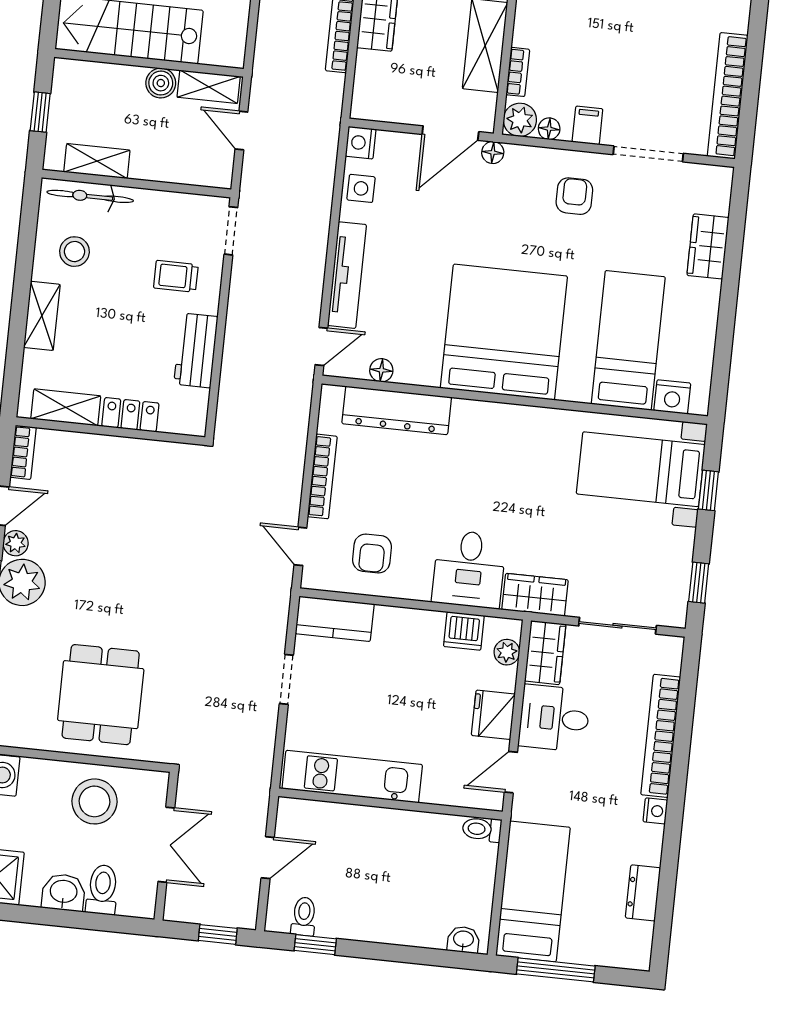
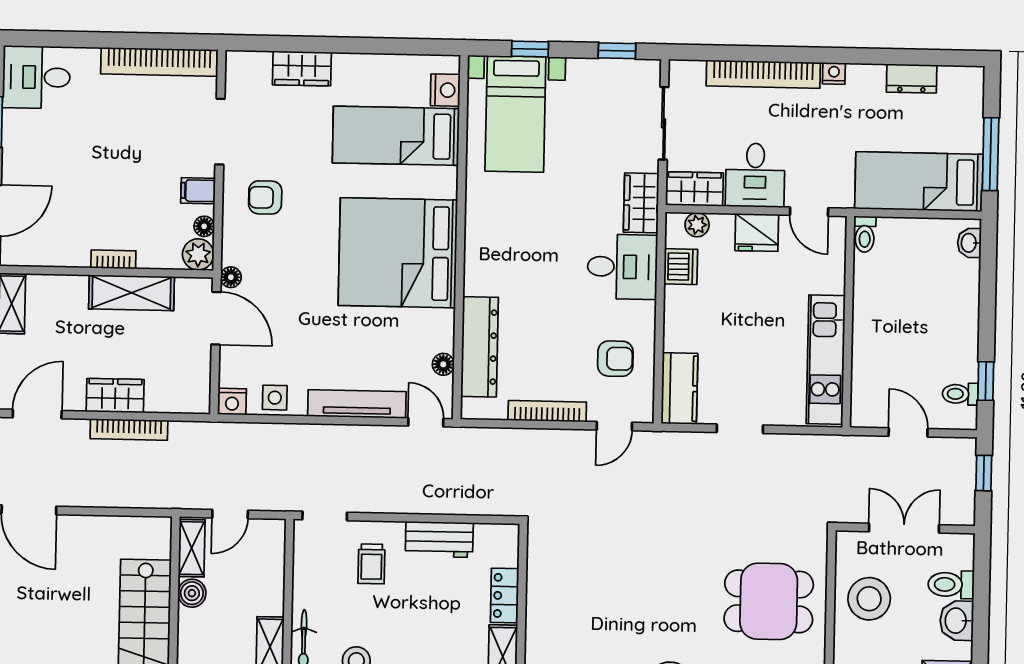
bookcase: (518, 72) -> (113, 259), moved

